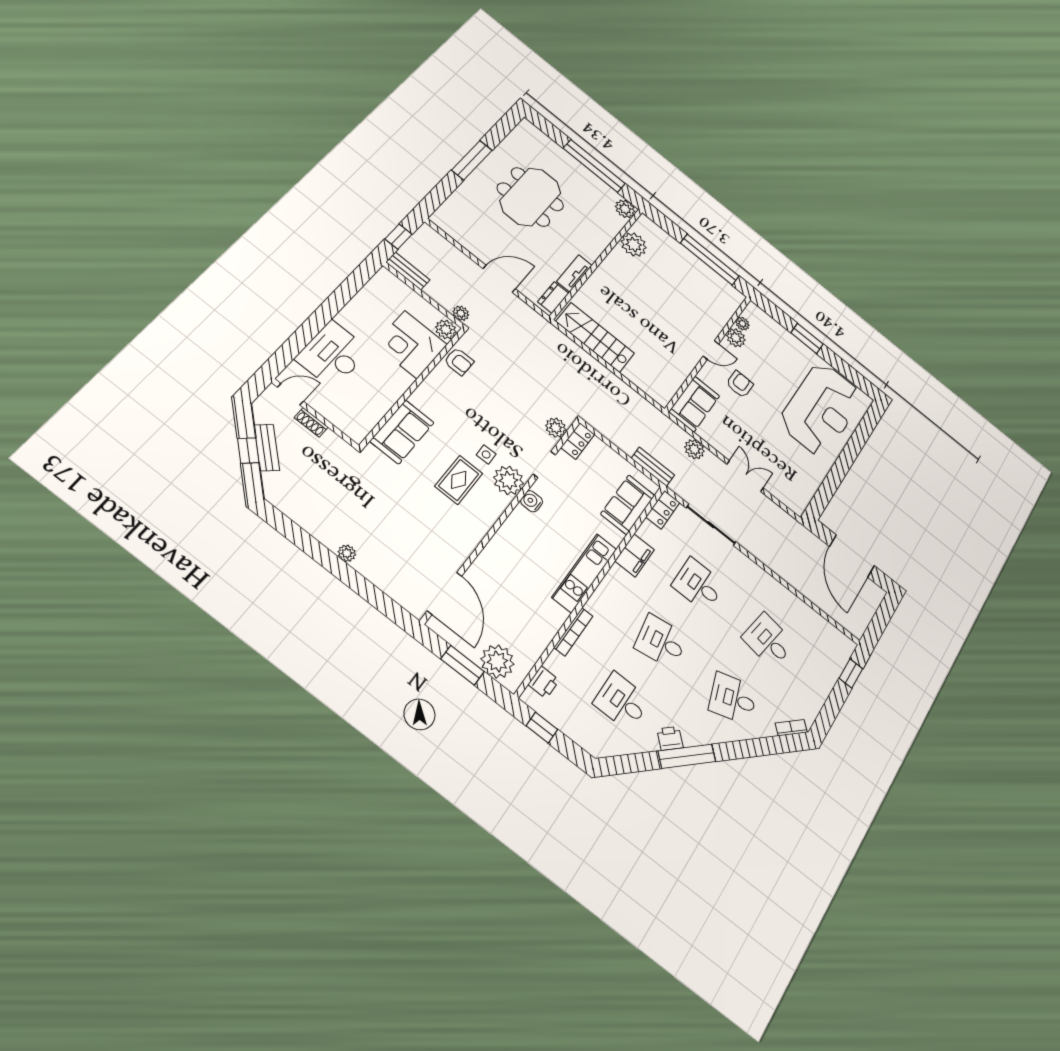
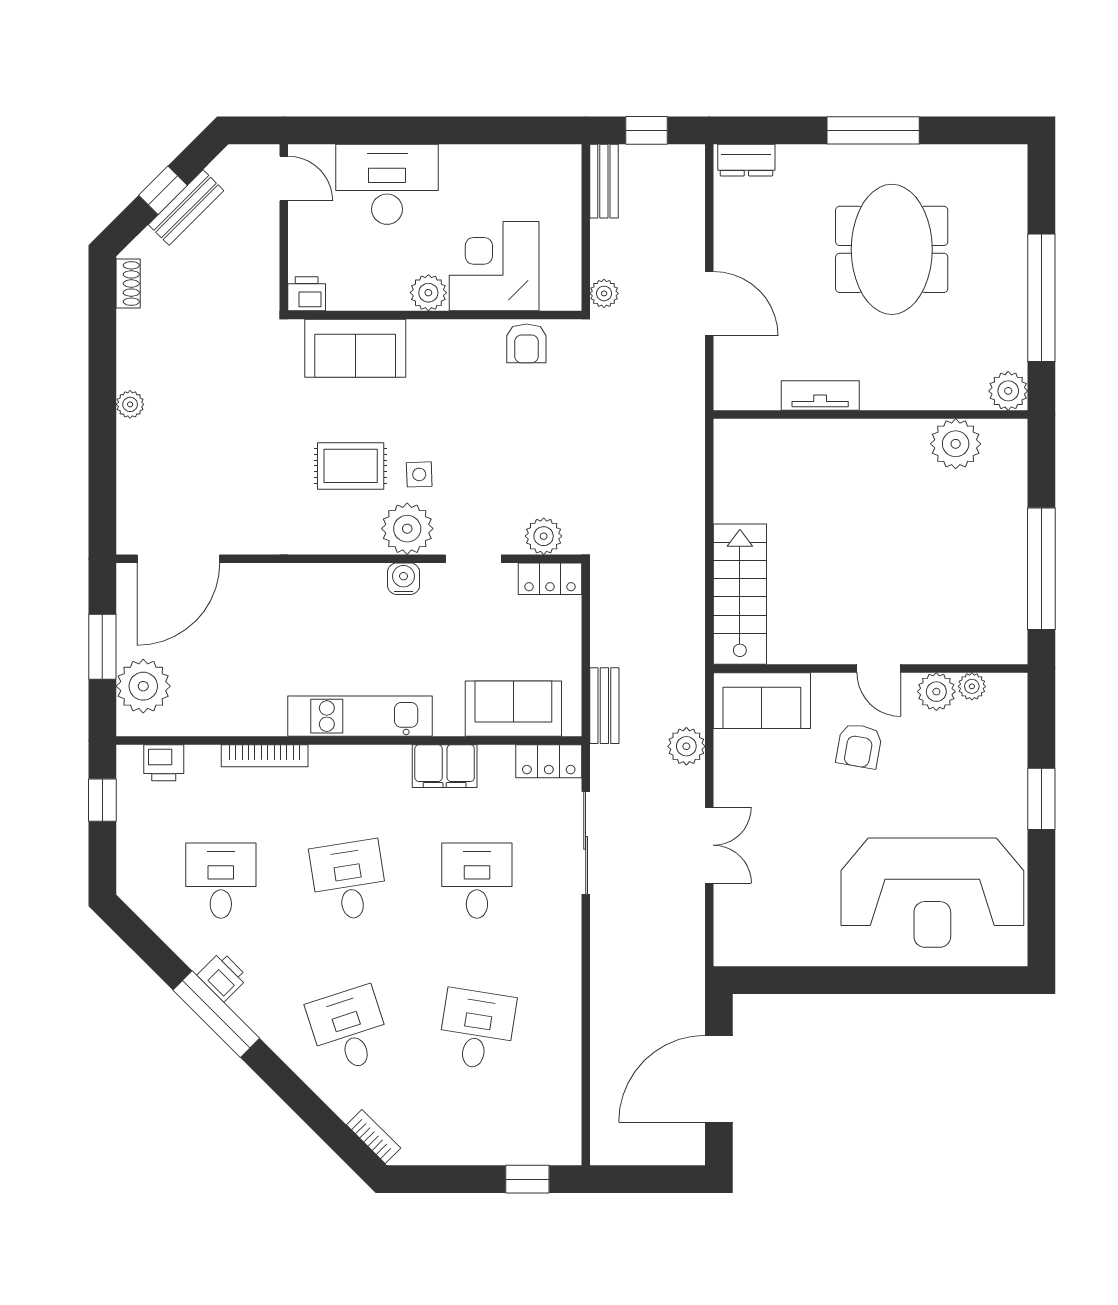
meeting table: (530, 197) -> (892, 249), turned 90
dresser: (553, 297) -> (746, 160), moved, turned 180
plant: (446, 329) -> (428, 293), moved
stairs: (595, 337) -> (740, 594), moved
armchair: (740, 384) -> (859, 746), turned 100
shoe rack: (311, 422) -> (128, 283), moved, turned 180
printer: (357, 431) -> (307, 294), added

